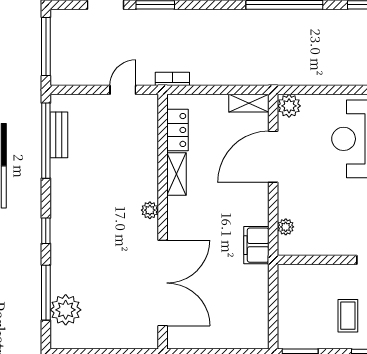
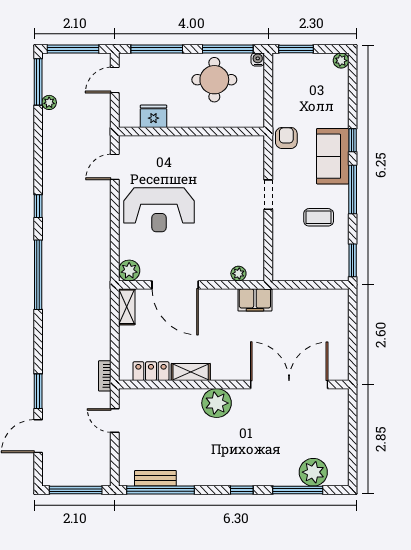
plant: (150, 210) -> (217, 403), width x1.88, depth x1.88

